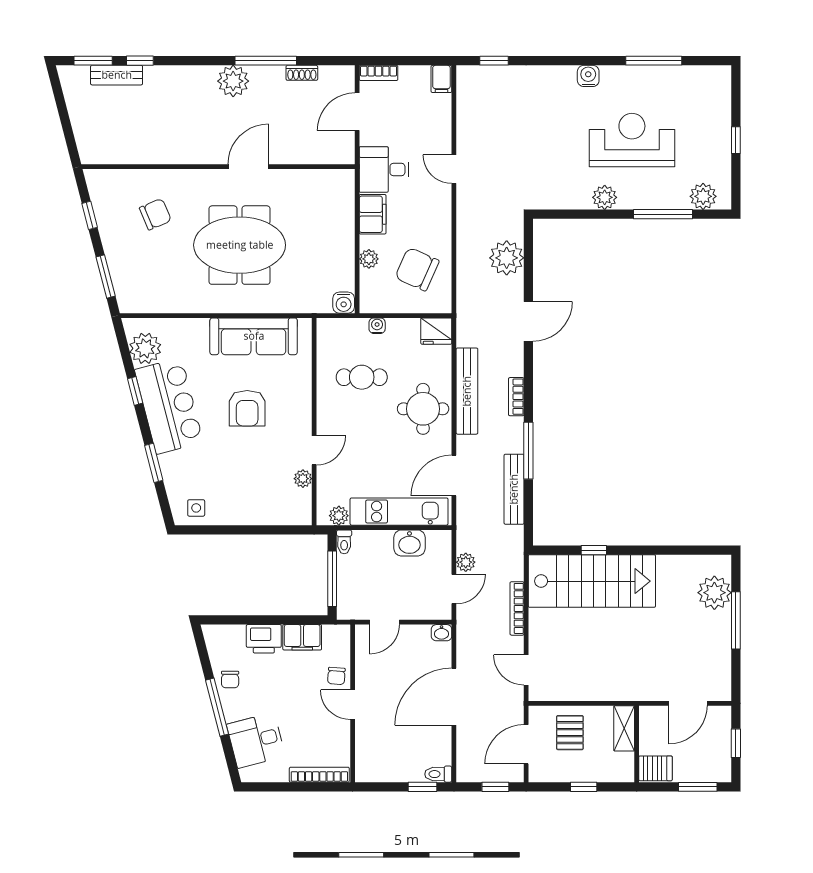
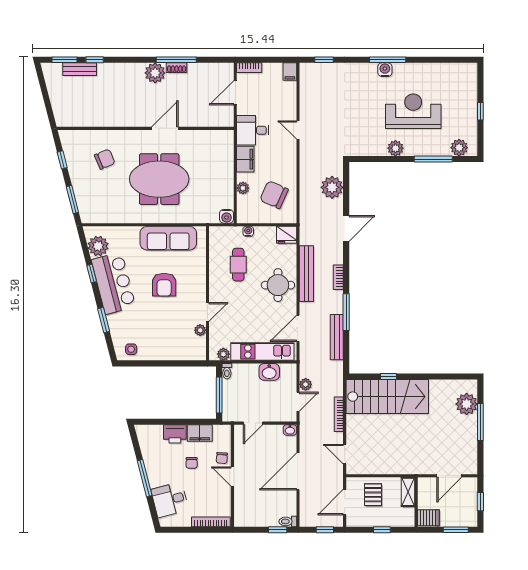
window: (654, 61) -> (388, 60), moved
shoe rack: (302, 73) -> (177, 68), moved
cafe table: (362, 377) -> (238, 265), turned 90
chair: (230, 679) -> (192, 463), moved

